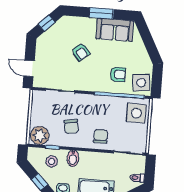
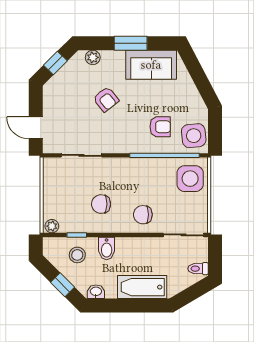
plant: (74, 21) -> (93, 57), added
chair: (71, 126) -> (101, 204), turned 101
plant: (40, 136) -> (52, 226), width x0.53, depth x0.53
chair: (101, 136) -> (143, 215), turned -90

